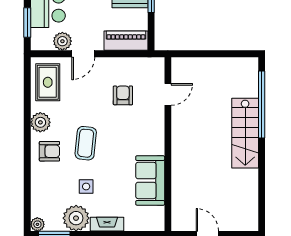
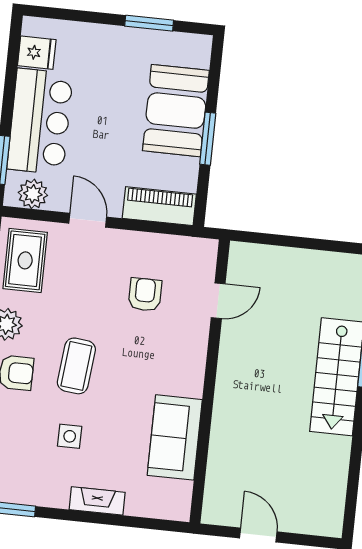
plant: (62, 41) -> (33, 194), moved
door: (83, 54) -> (88, 220), swing flipped
plant: (76, 218) -> (48, 486), removed

